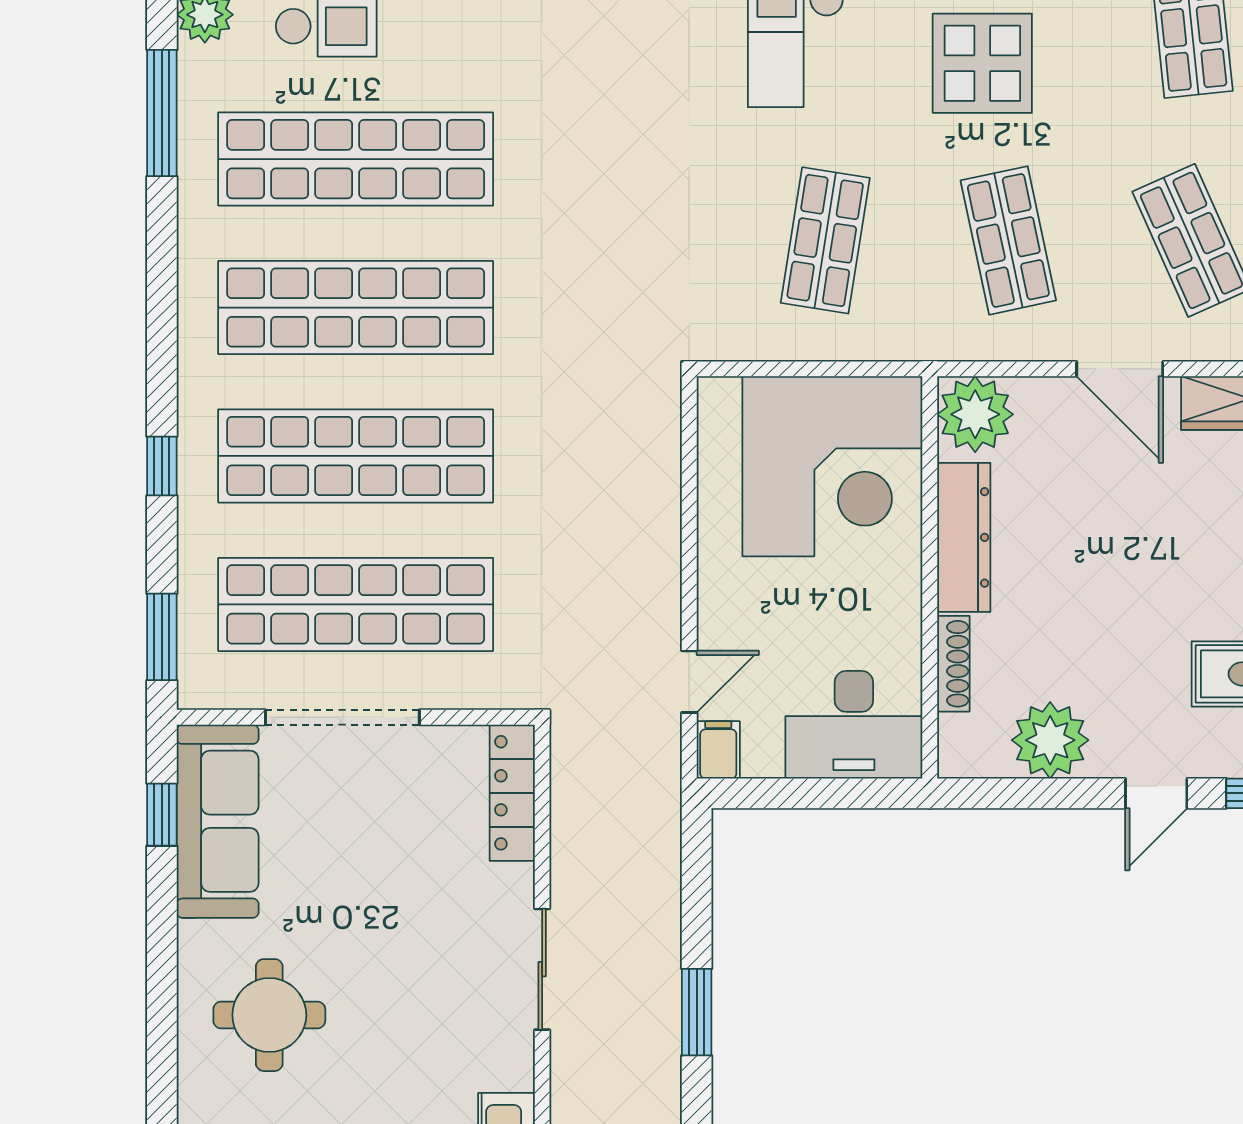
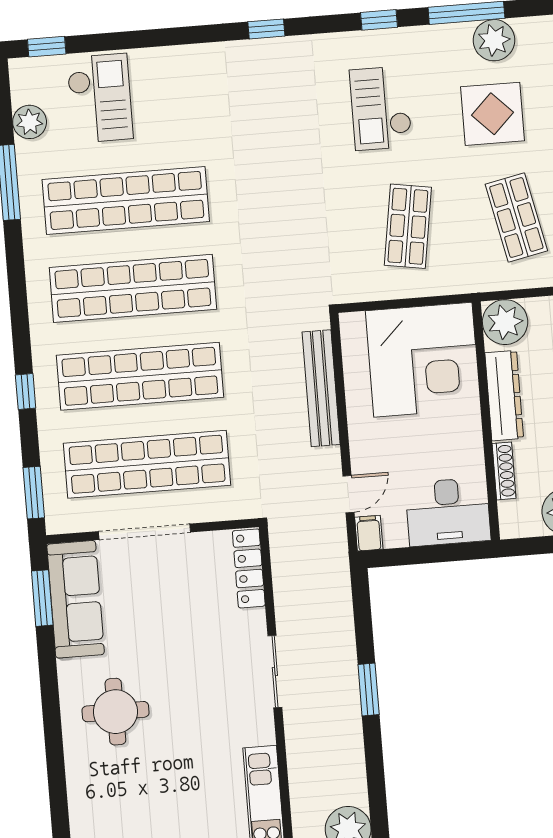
bench: (658, 500) -> (321, 388), added
window: (162, 815) -> (42, 598), width x1.50

